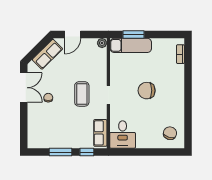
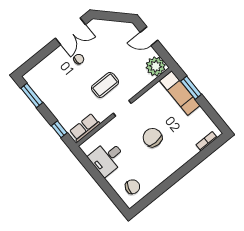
plant: (102, 43) -> (156, 66), width x1.87, depth x1.87
row of seats: (47, 54) -> (115, 28), removed
desk: (123, 135) -> (107, 158), moved
window: (60, 152) -> (32, 95), moved

